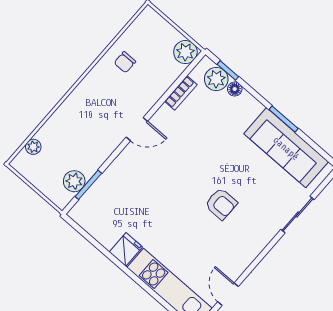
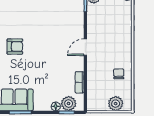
plant: (185, 52) -> (116, 104), moved
armchair: (221, 204) -> (15, 47), turned 180

